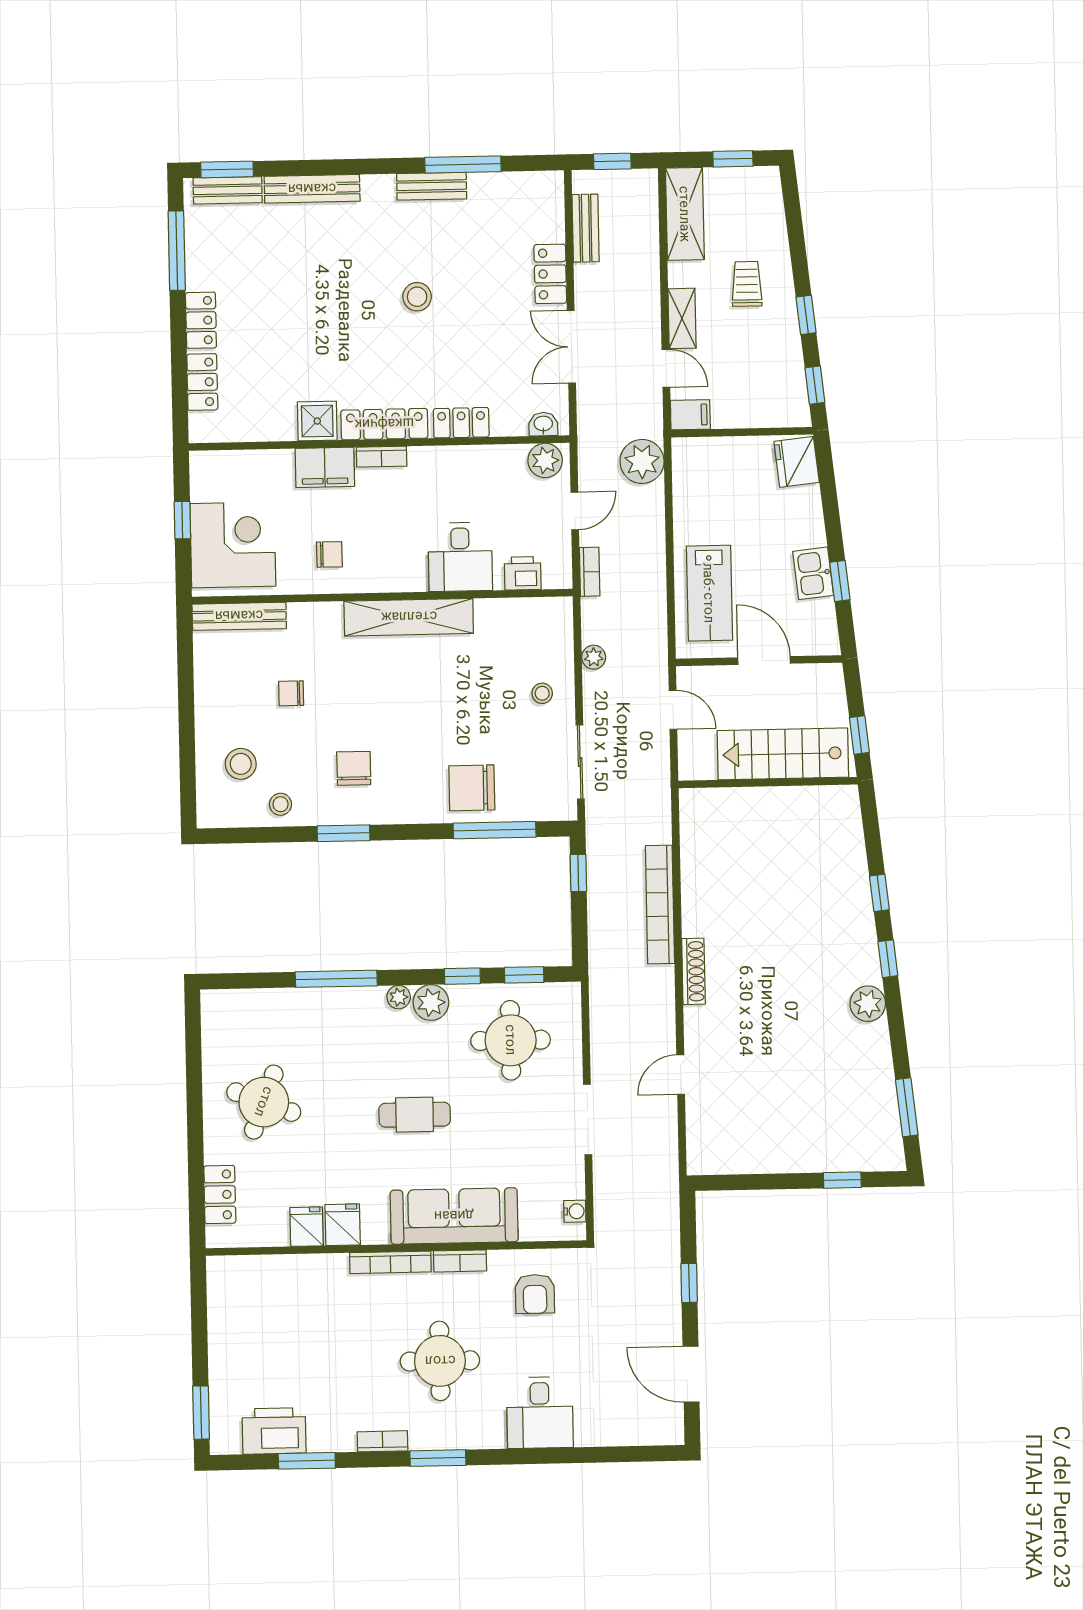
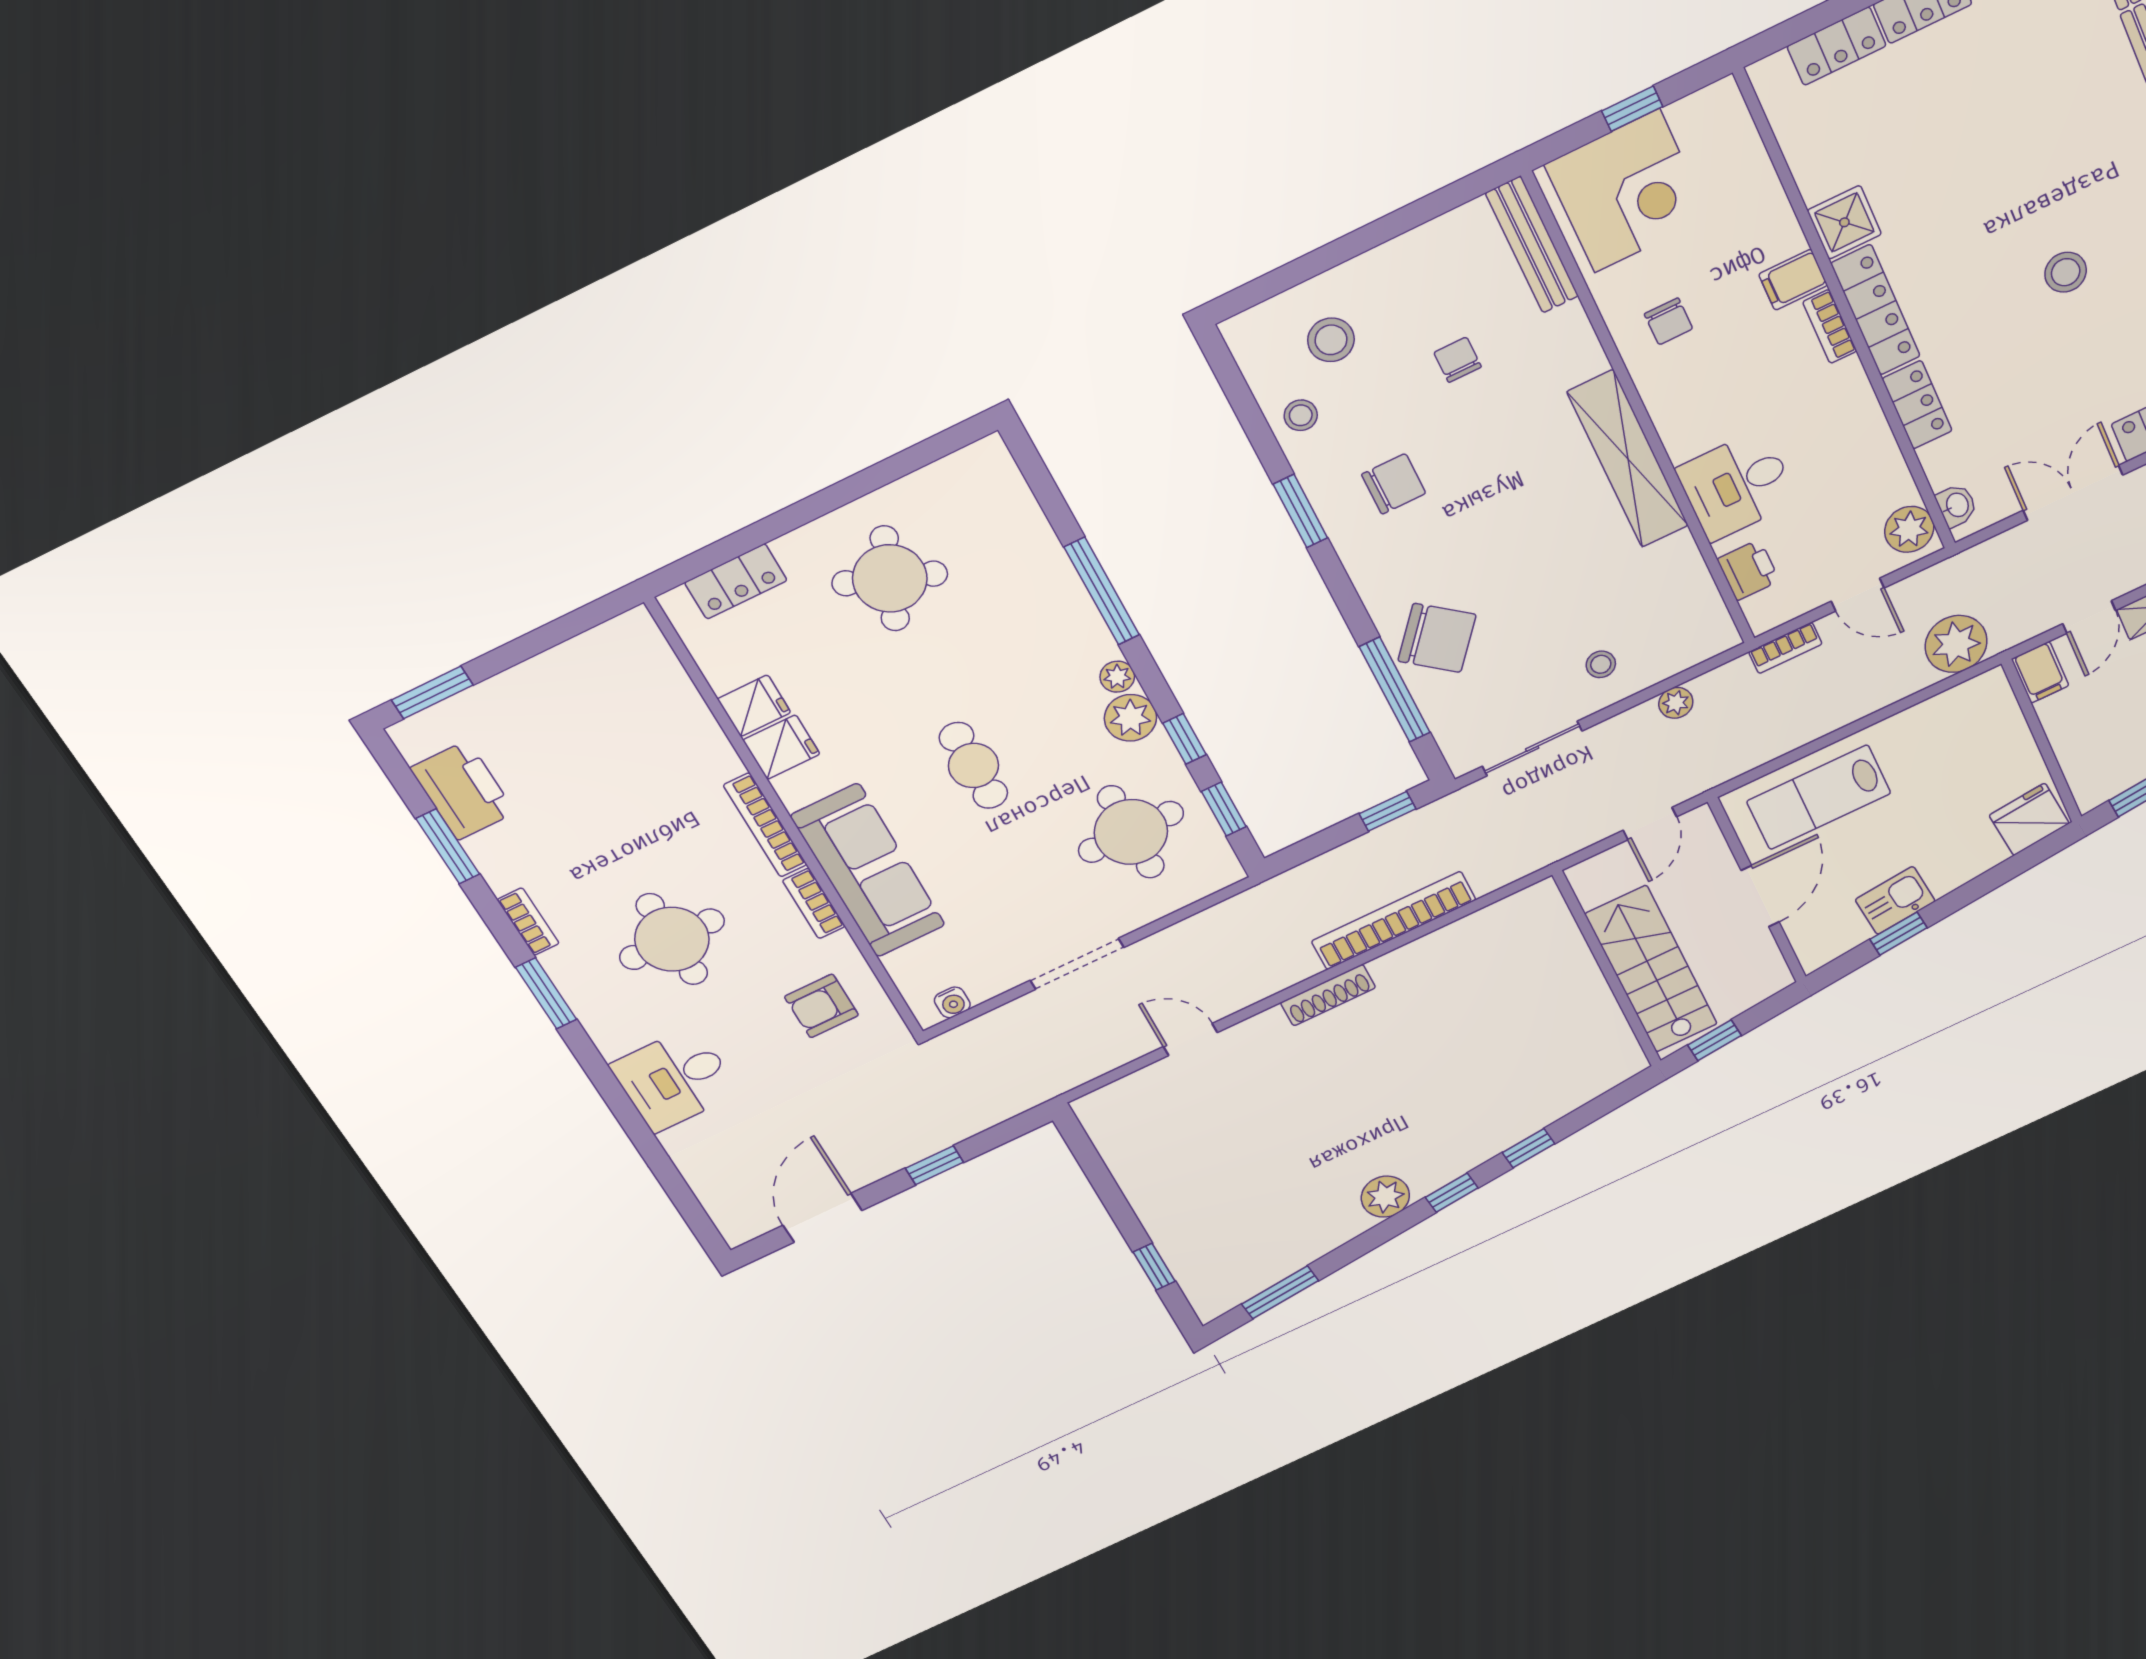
filing cabinet: (325, 467) -> (1793, 280), width x0.50
chair: (472, 788) -> (1437, 638), turned 129

